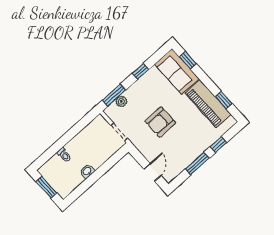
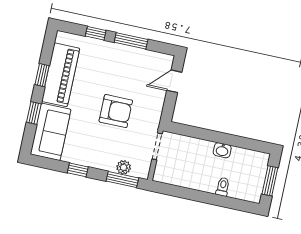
window: (188, 60) -> (34, 113), moved
window: (224, 100) -> (42, 75), moved

